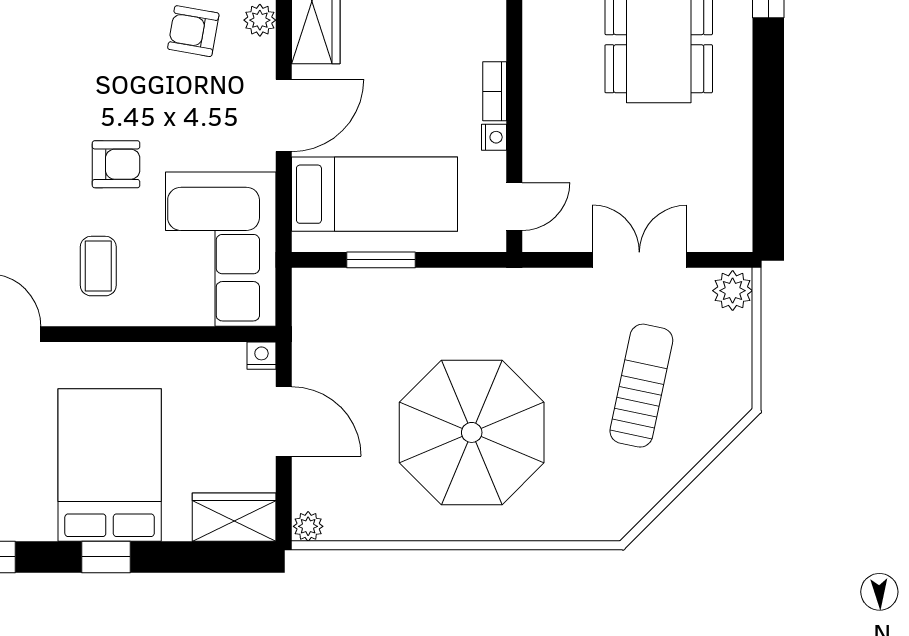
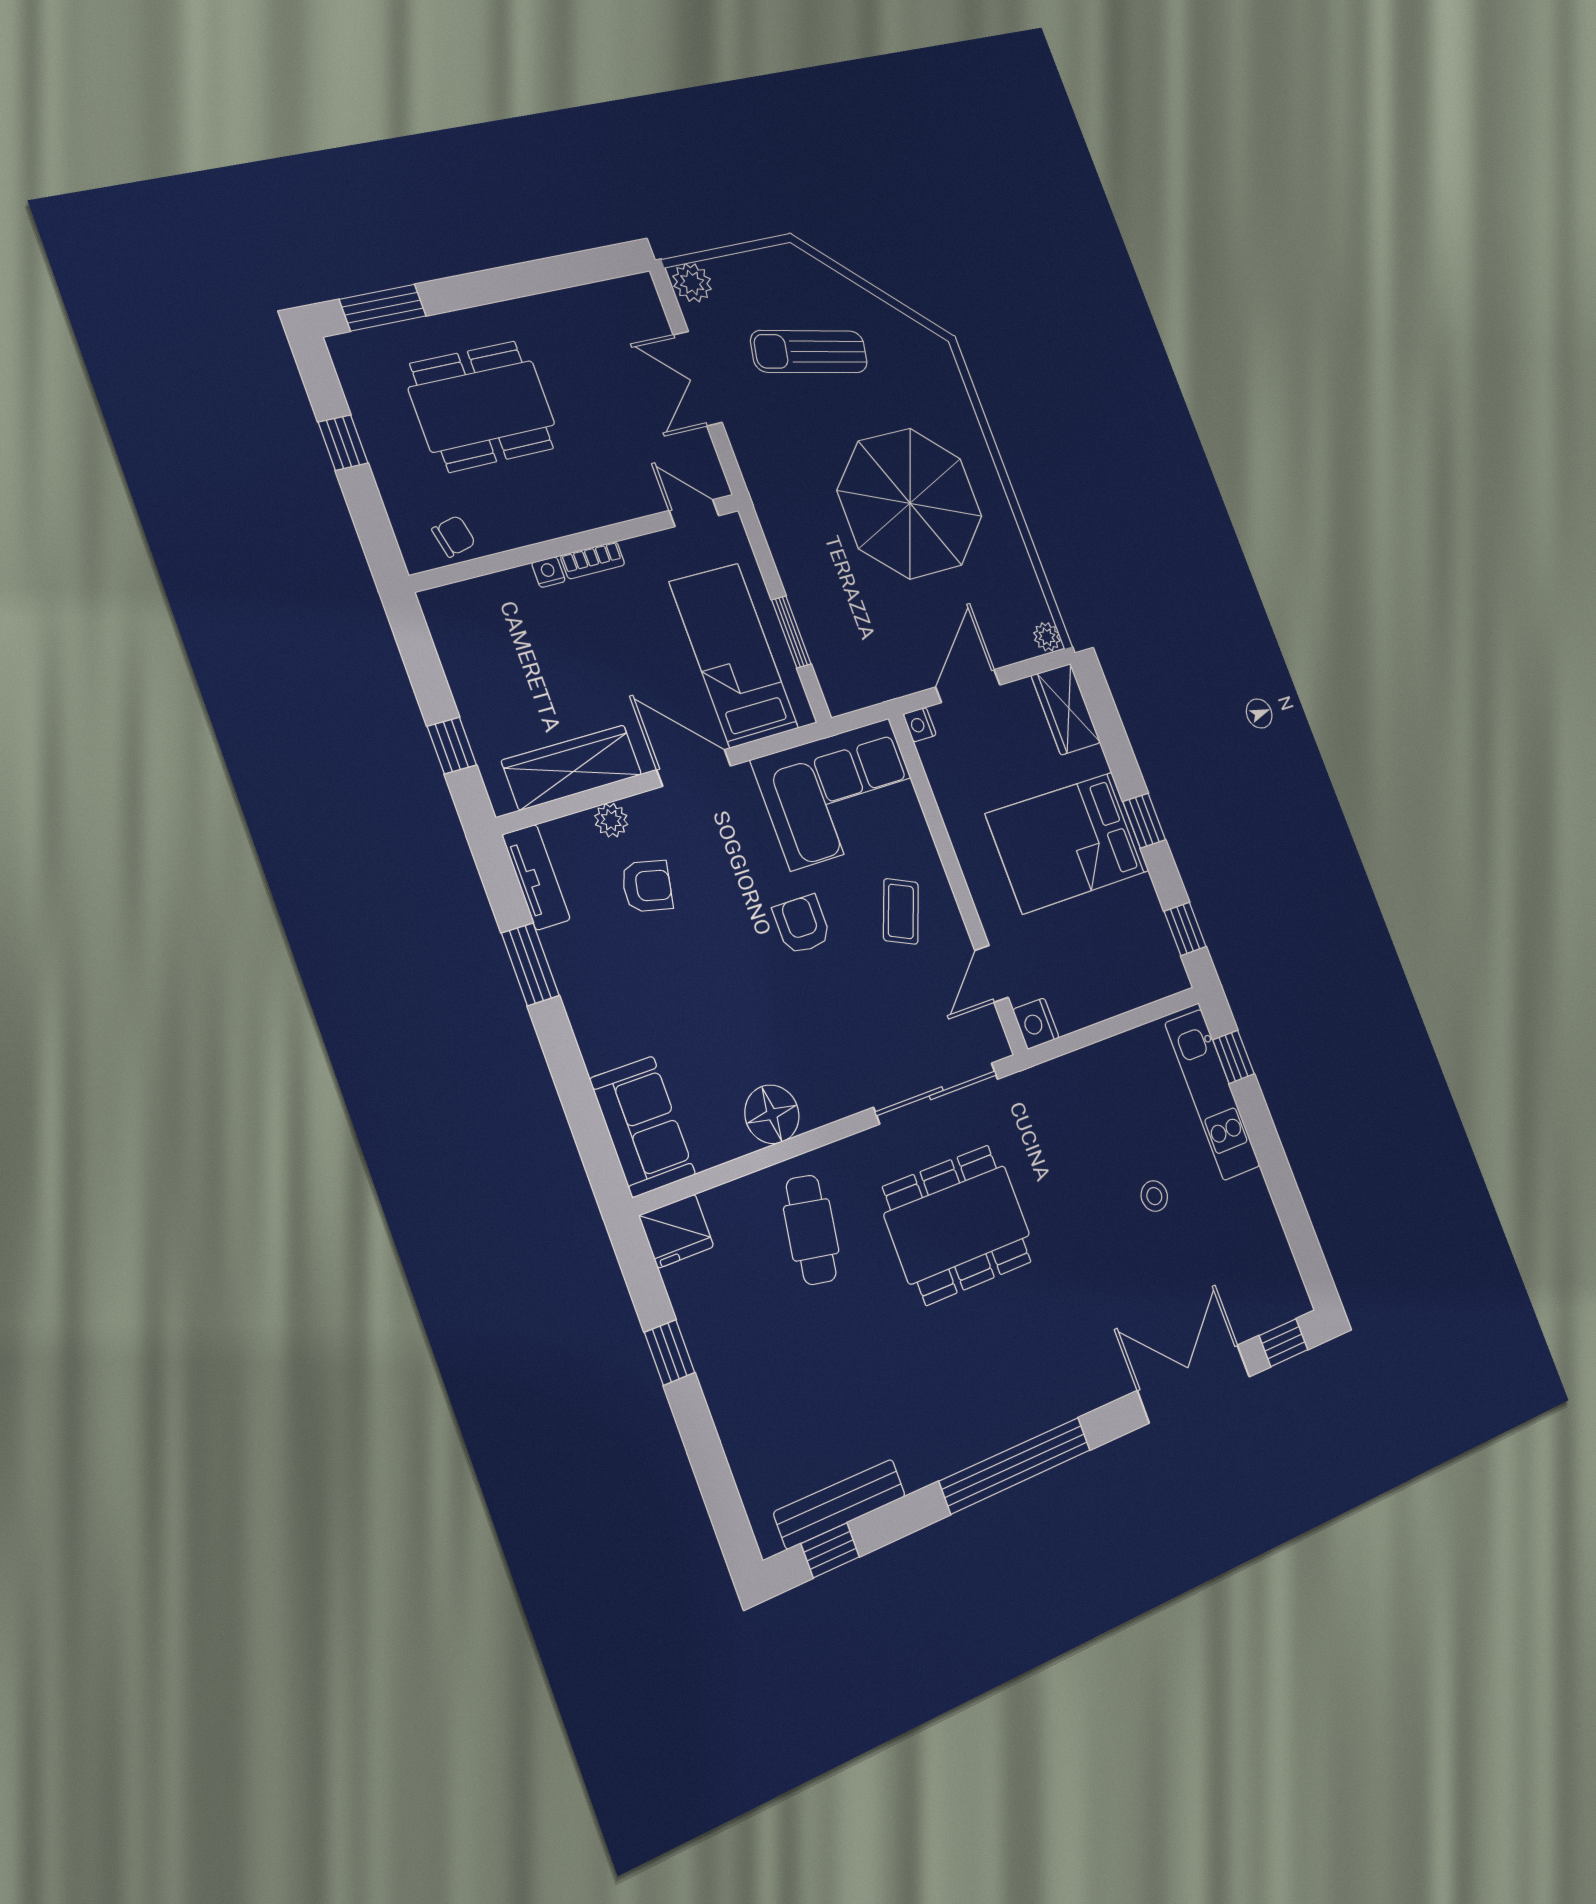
armchair: (193, 31) -> (647, 886), turned -88
nightstand: (494, 137) -> (548, 572), moved
coffee table: (98, 266) -> (901, 911), turned -67

